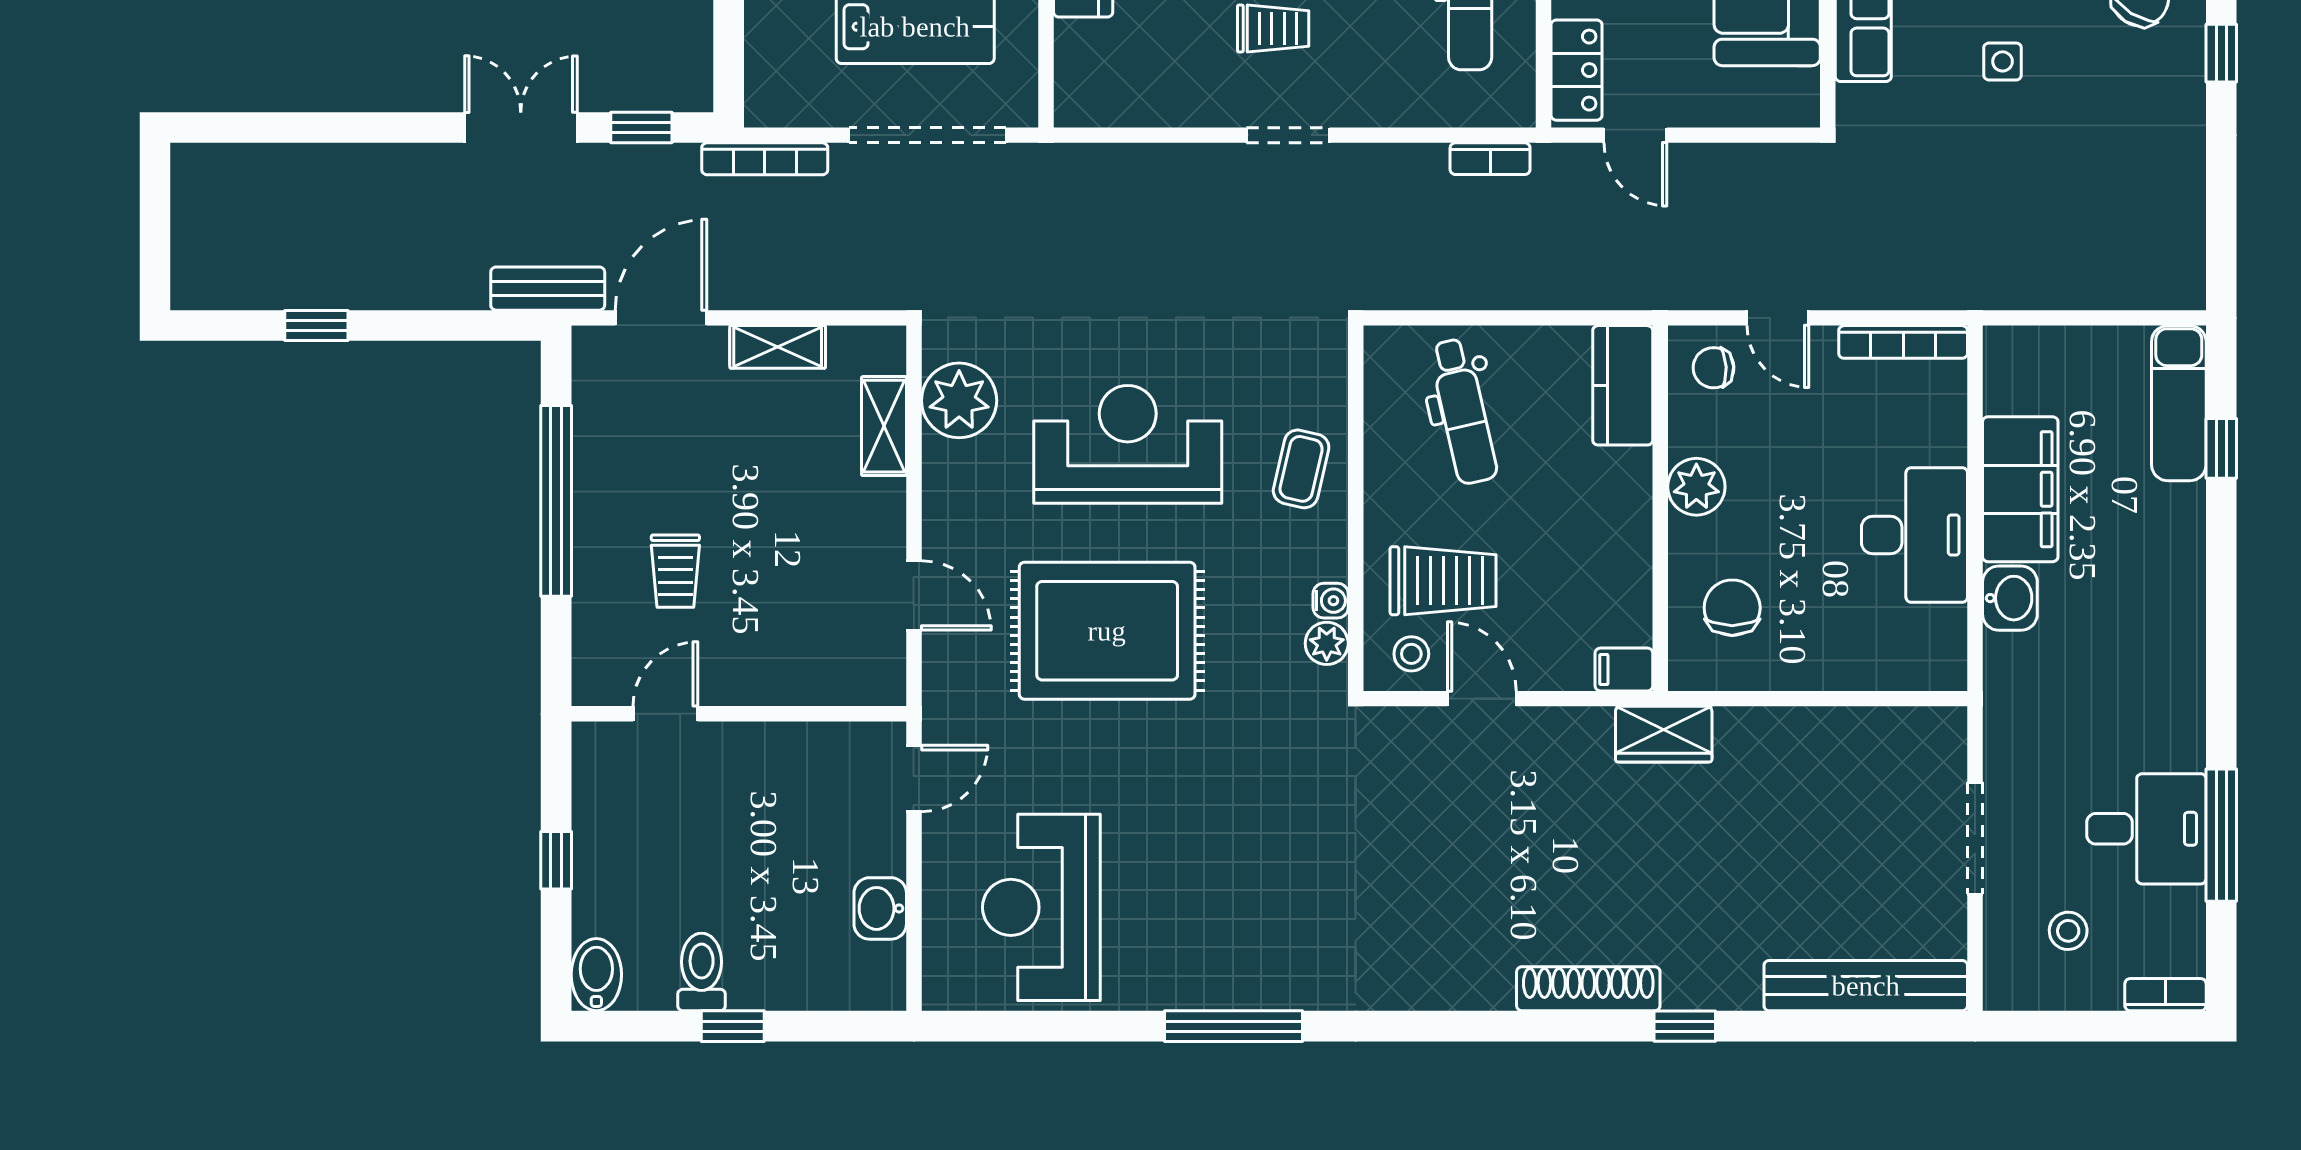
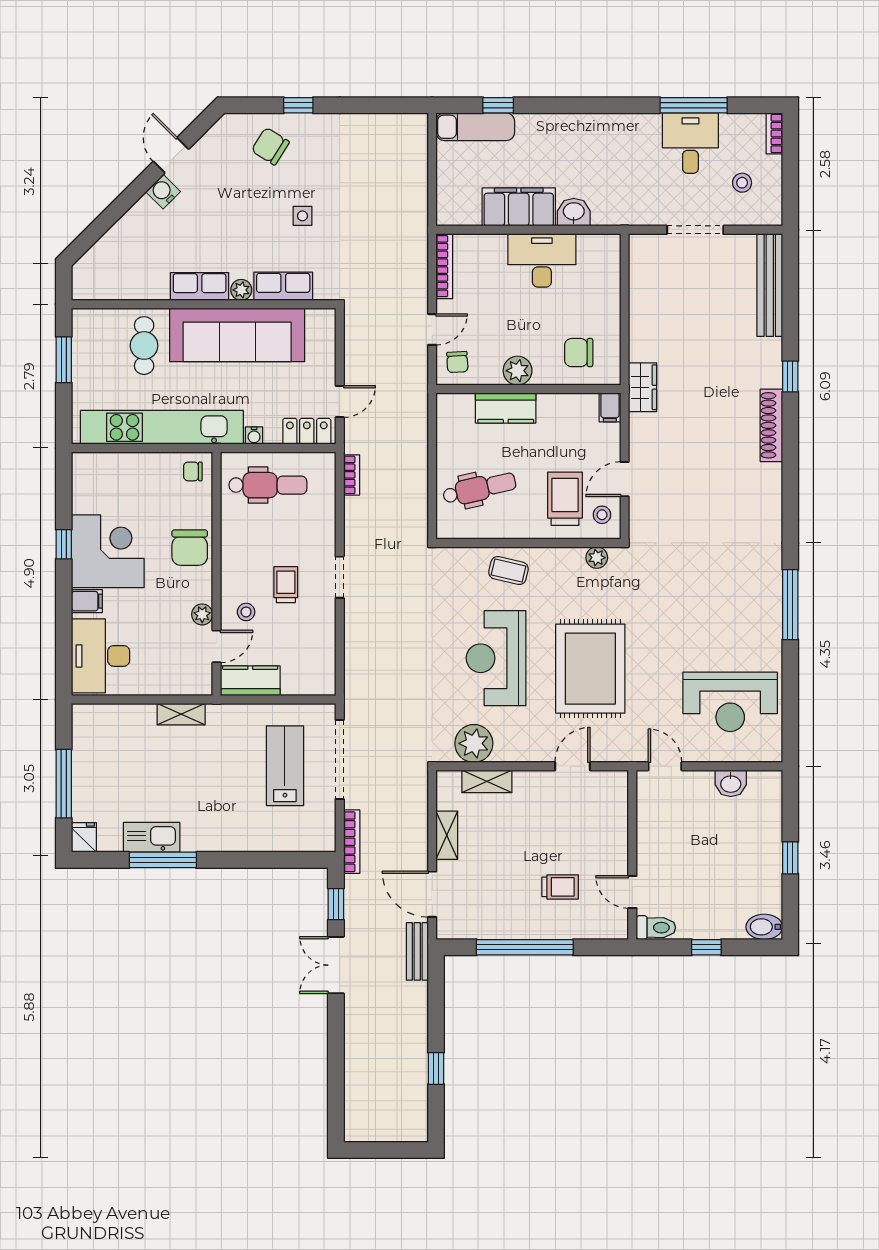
kitchen counter: (1623, 385) -> (506, 408), moved
water cooler: (1331, 601) -> (575, 556), removed
toilet: (702, 972) -> (656, 928), moved, turned 180

